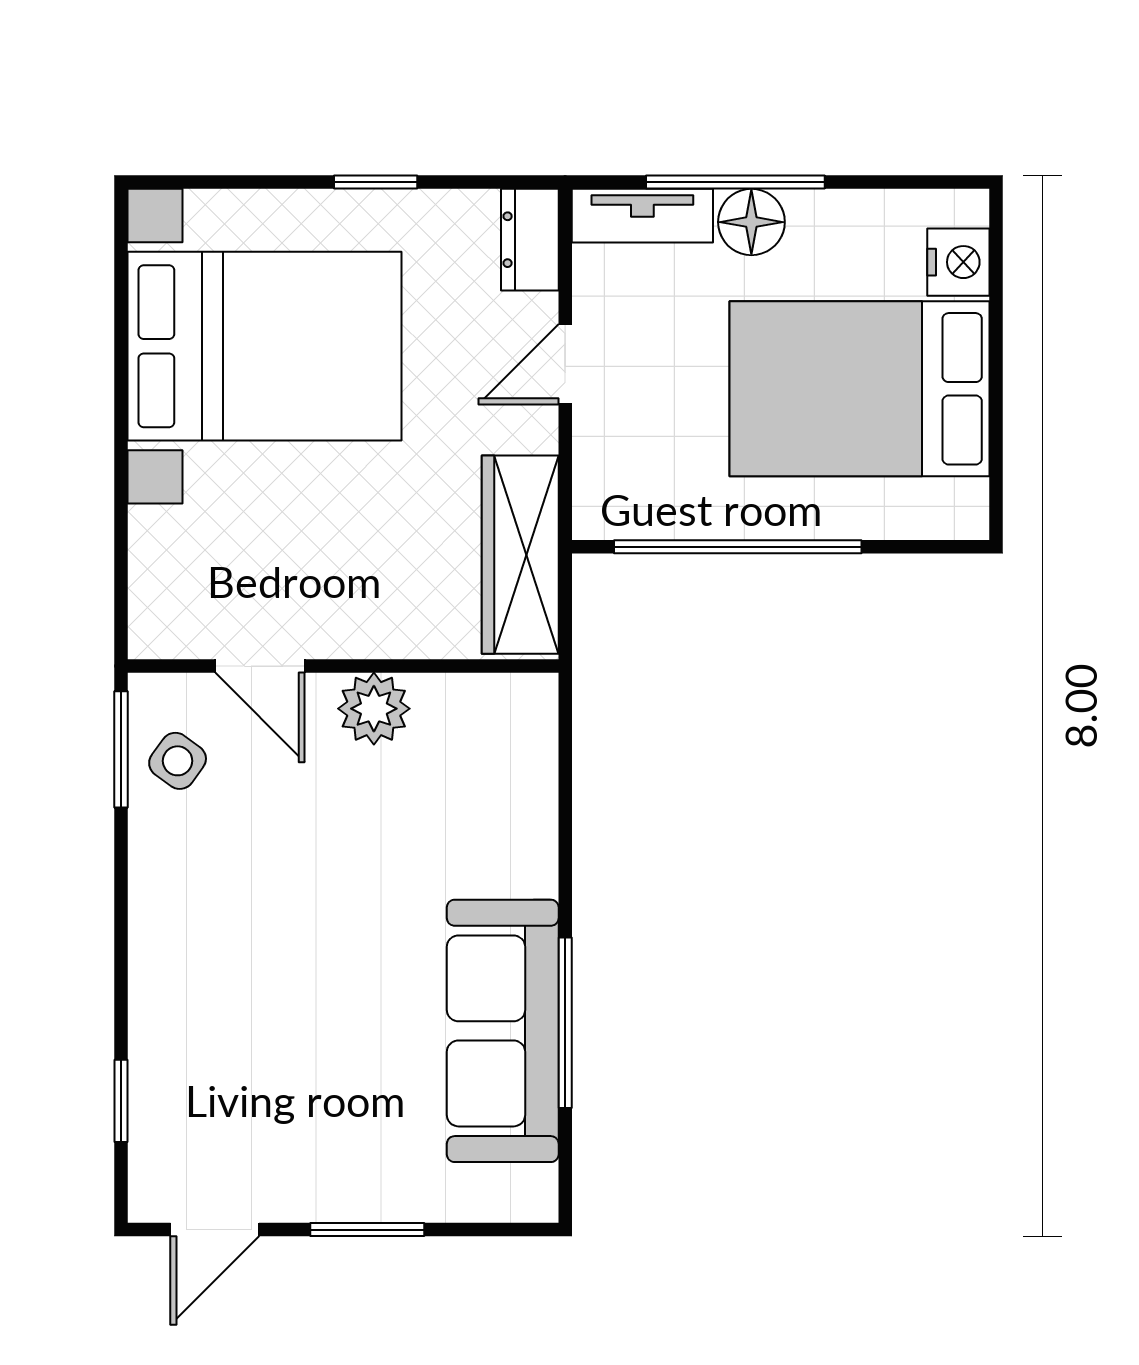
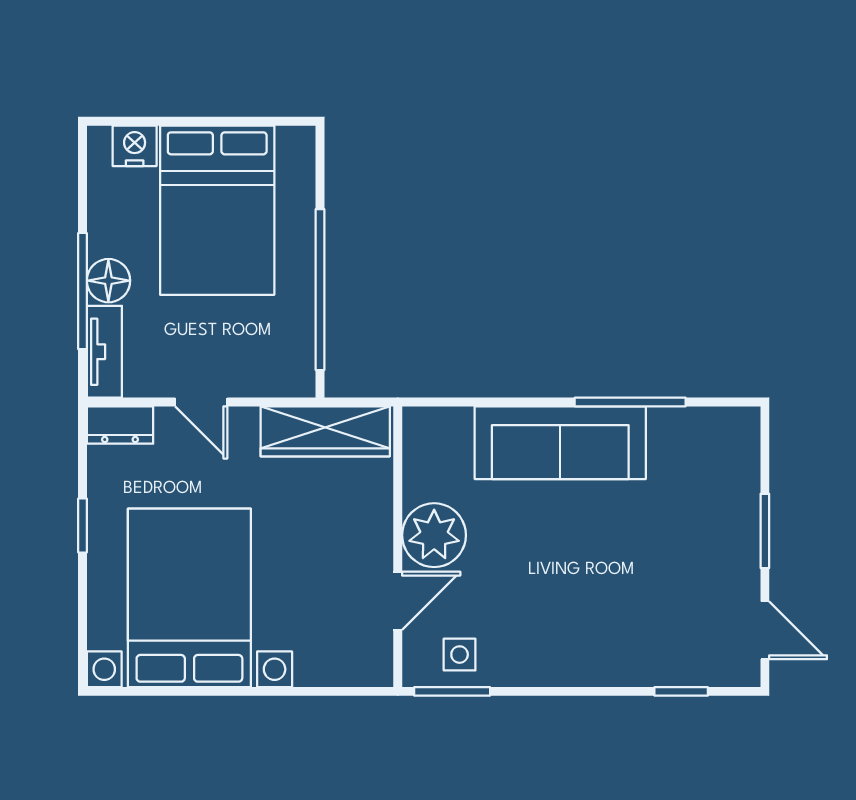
plant: (374, 709) -> (434, 535), width x1.36, depth x1.36
side table: (178, 761) -> (460, 655), turned -36
sofa: (503, 1031) -> (560, 443), moved

